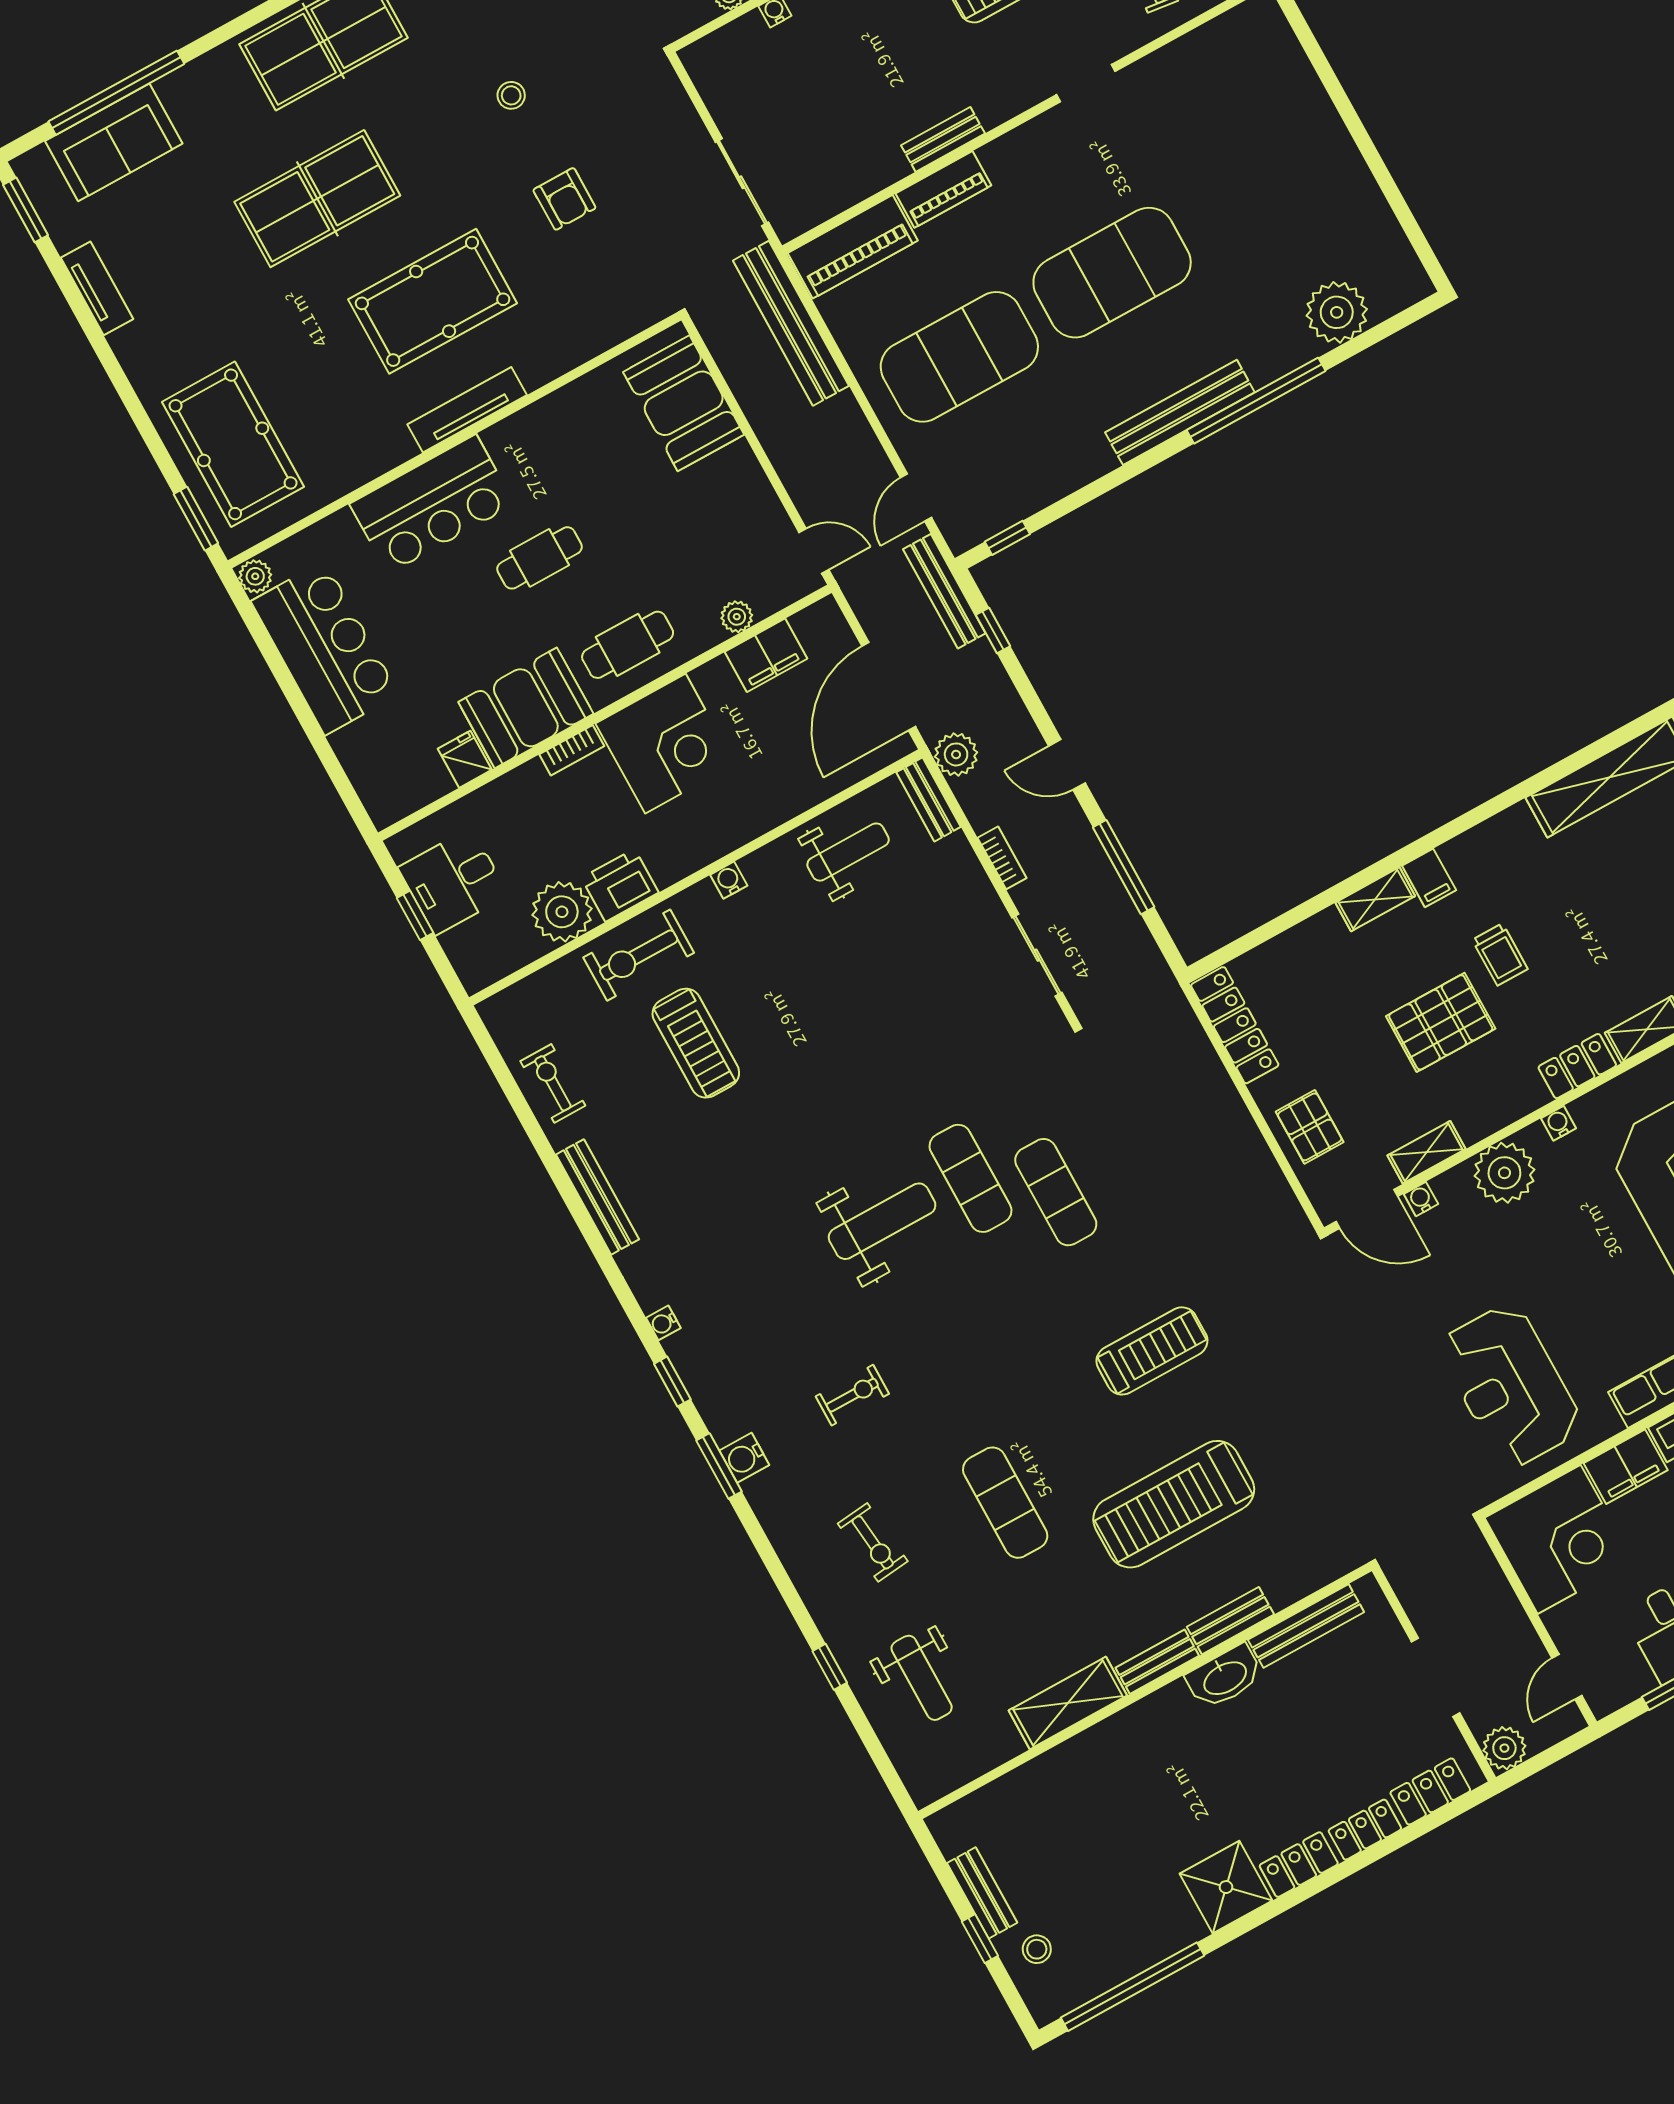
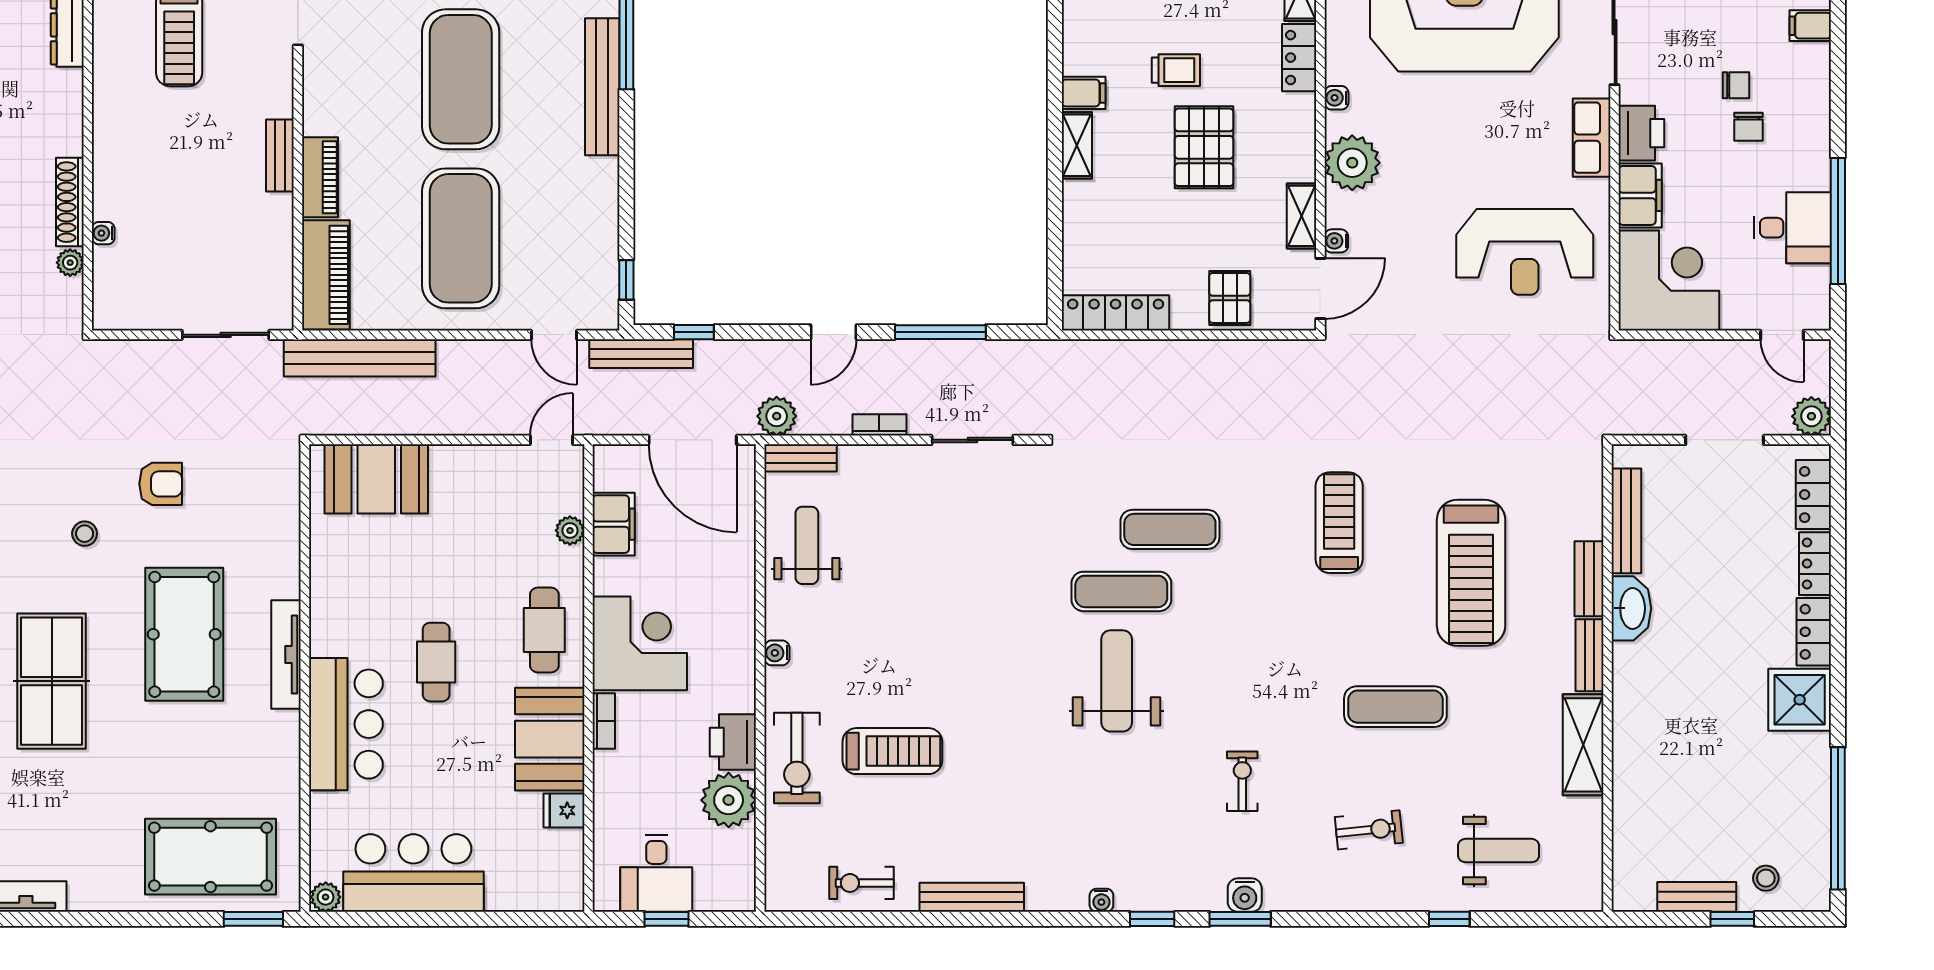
stool: (511, 95) -> (85, 534), moved
pallet: (1310, 1127) -> (1230, 298), turned 90

